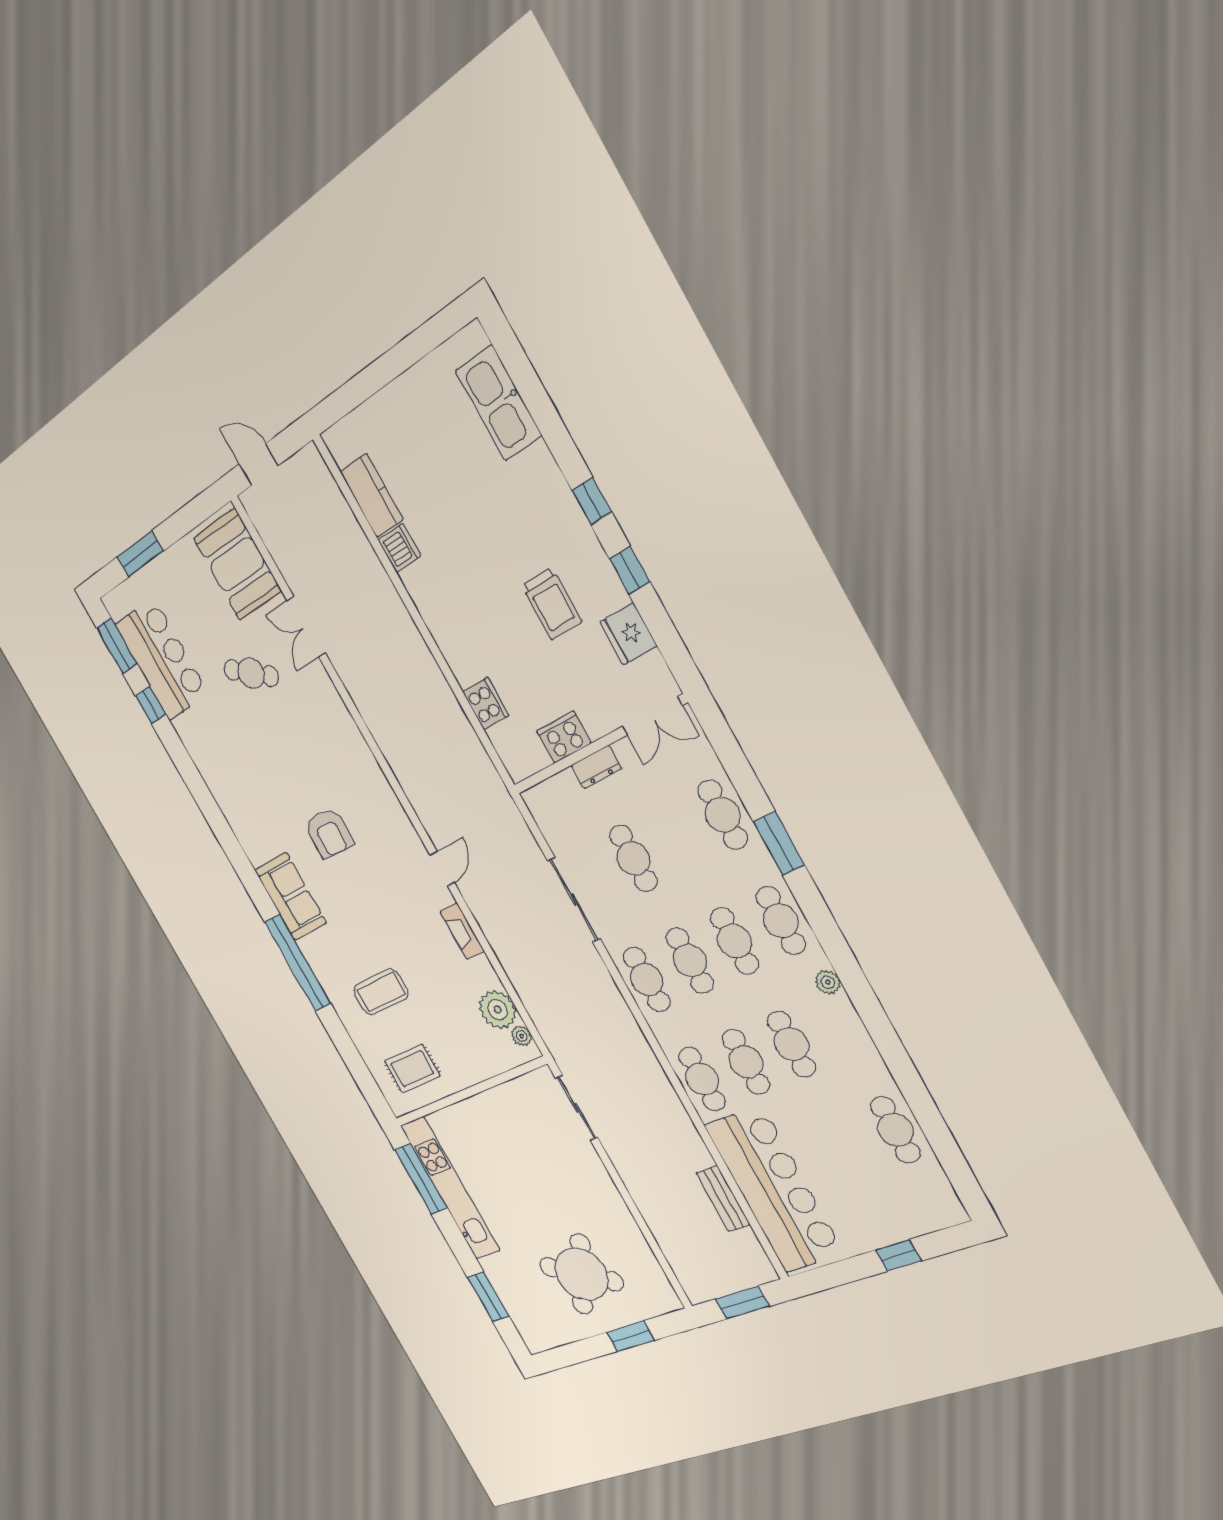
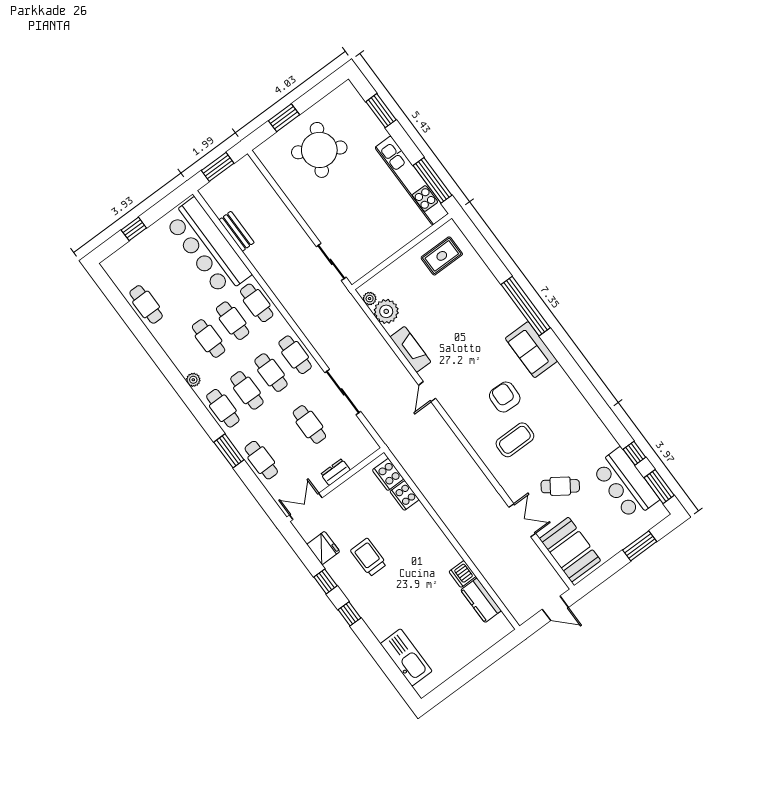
cooker: (564, 737) -> (388, 474), moved, turned 90
fireplace: (462, 931) -> (410, 349), width x1.37, depth x1.32
coffee table: (381, 992) -> (515, 440), moved

